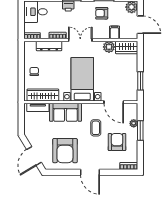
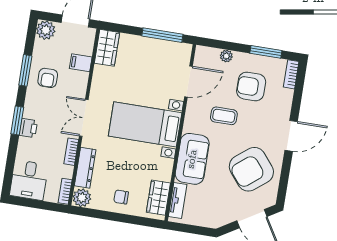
plant: (109, 47) -> (82, 198), moved
window: (140, 81) -> (162, 35), width x1.44
wardrobe: (43, 95) -> (158, 198), width x0.67
window: (140, 130) -> (266, 52), moved
armchair: (65, 151) -> (251, 169), turned 141

